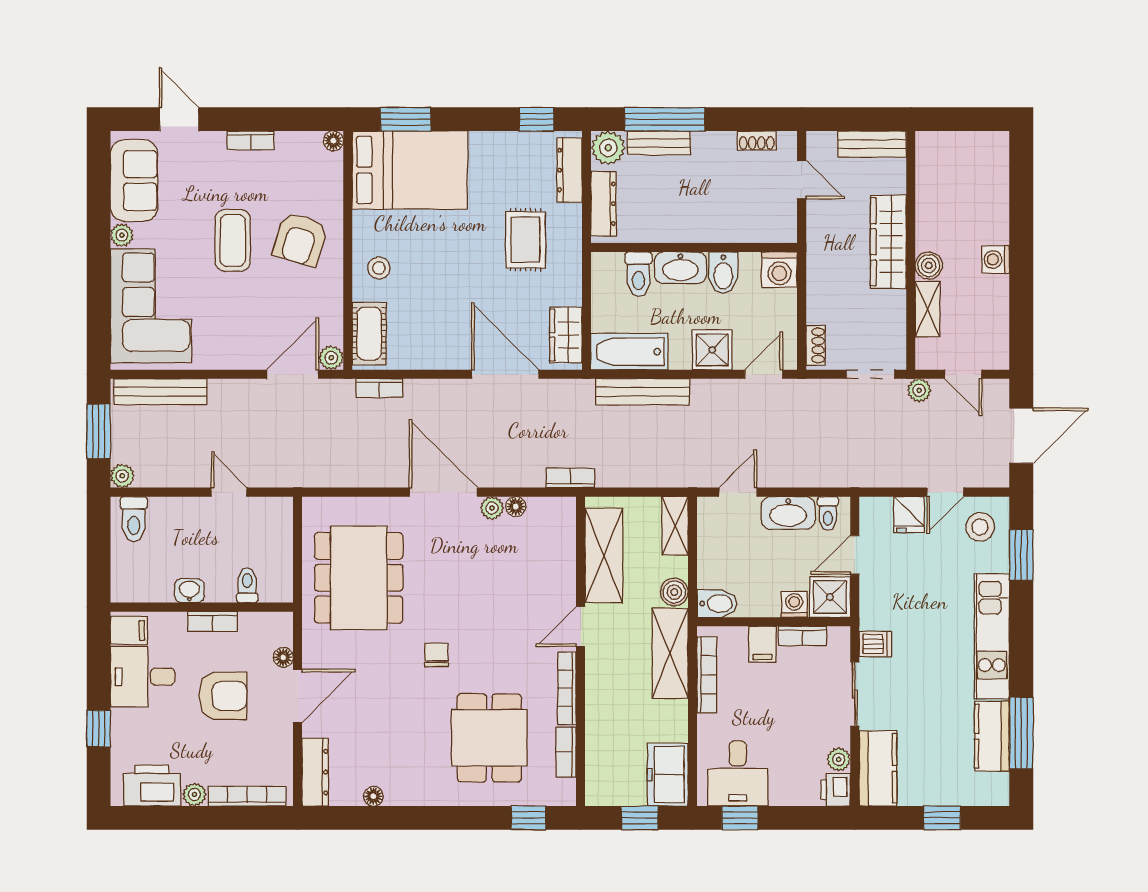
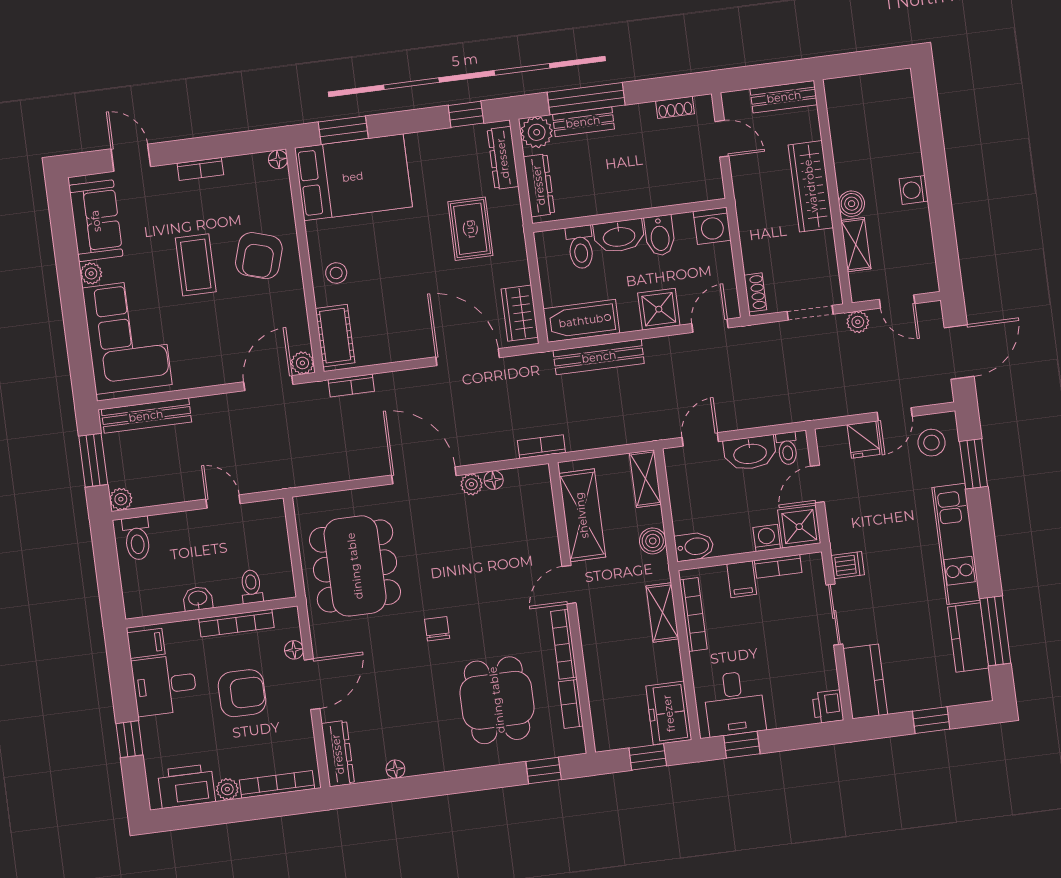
bookcase: (213, 621) -> (236, 623), width x1.56
shelving: (670, 653) -> (662, 612), width x0.67, depth x0.75
plant: (839, 759) -> (827, 678), removed

